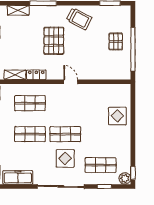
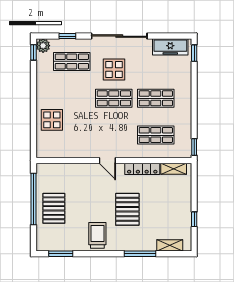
trolley: (79, 19) -> (97, 235), turned 62
pallet: (116, 42) -> (54, 208), width x1.50, depth x1.42
locker: (36, 75) -> (142, 169), width x1.53

